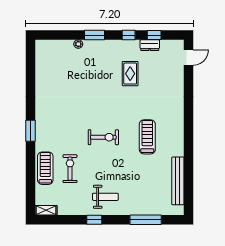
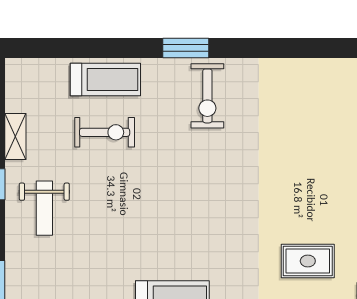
exercise bike: (103, 137) -> (207, 96), moved
shelving: (46, 210) -> (15, 137), moved

